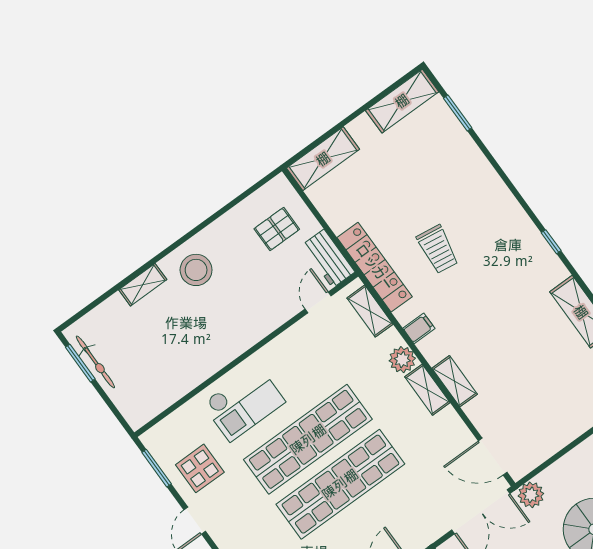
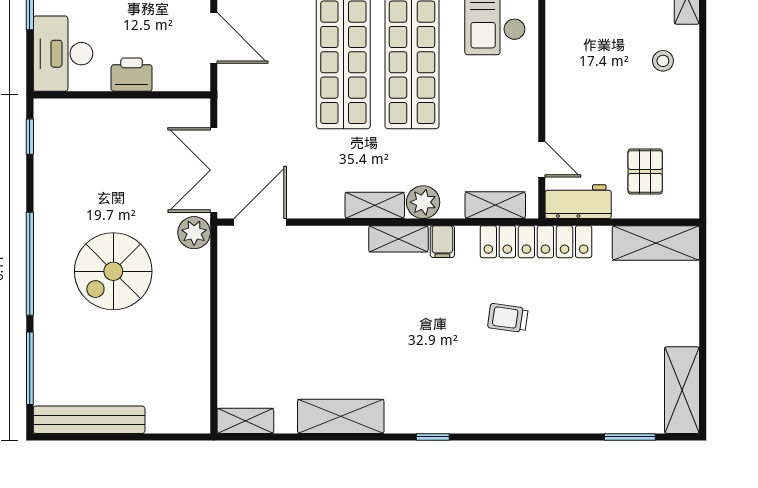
shelving: (323, 159) -> (656, 243), moved, turned 90
trolley: (438, 249) -> (508, 318), width x0.73, depth x0.72
stool: (196, 270) -> (663, 61), width x0.53, depth x0.53
shelving: (455, 381) -> (398, 239), moved

